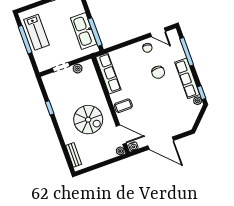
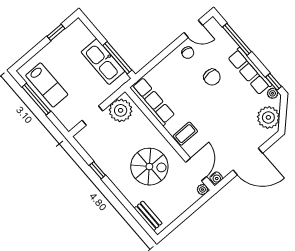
plant: (78, 69) -> (121, 110), width x1.88, depth x1.88
plant: (188, 117) -> (268, 117), added
door: (121, 135) -> (196, 169), hinge flipped

